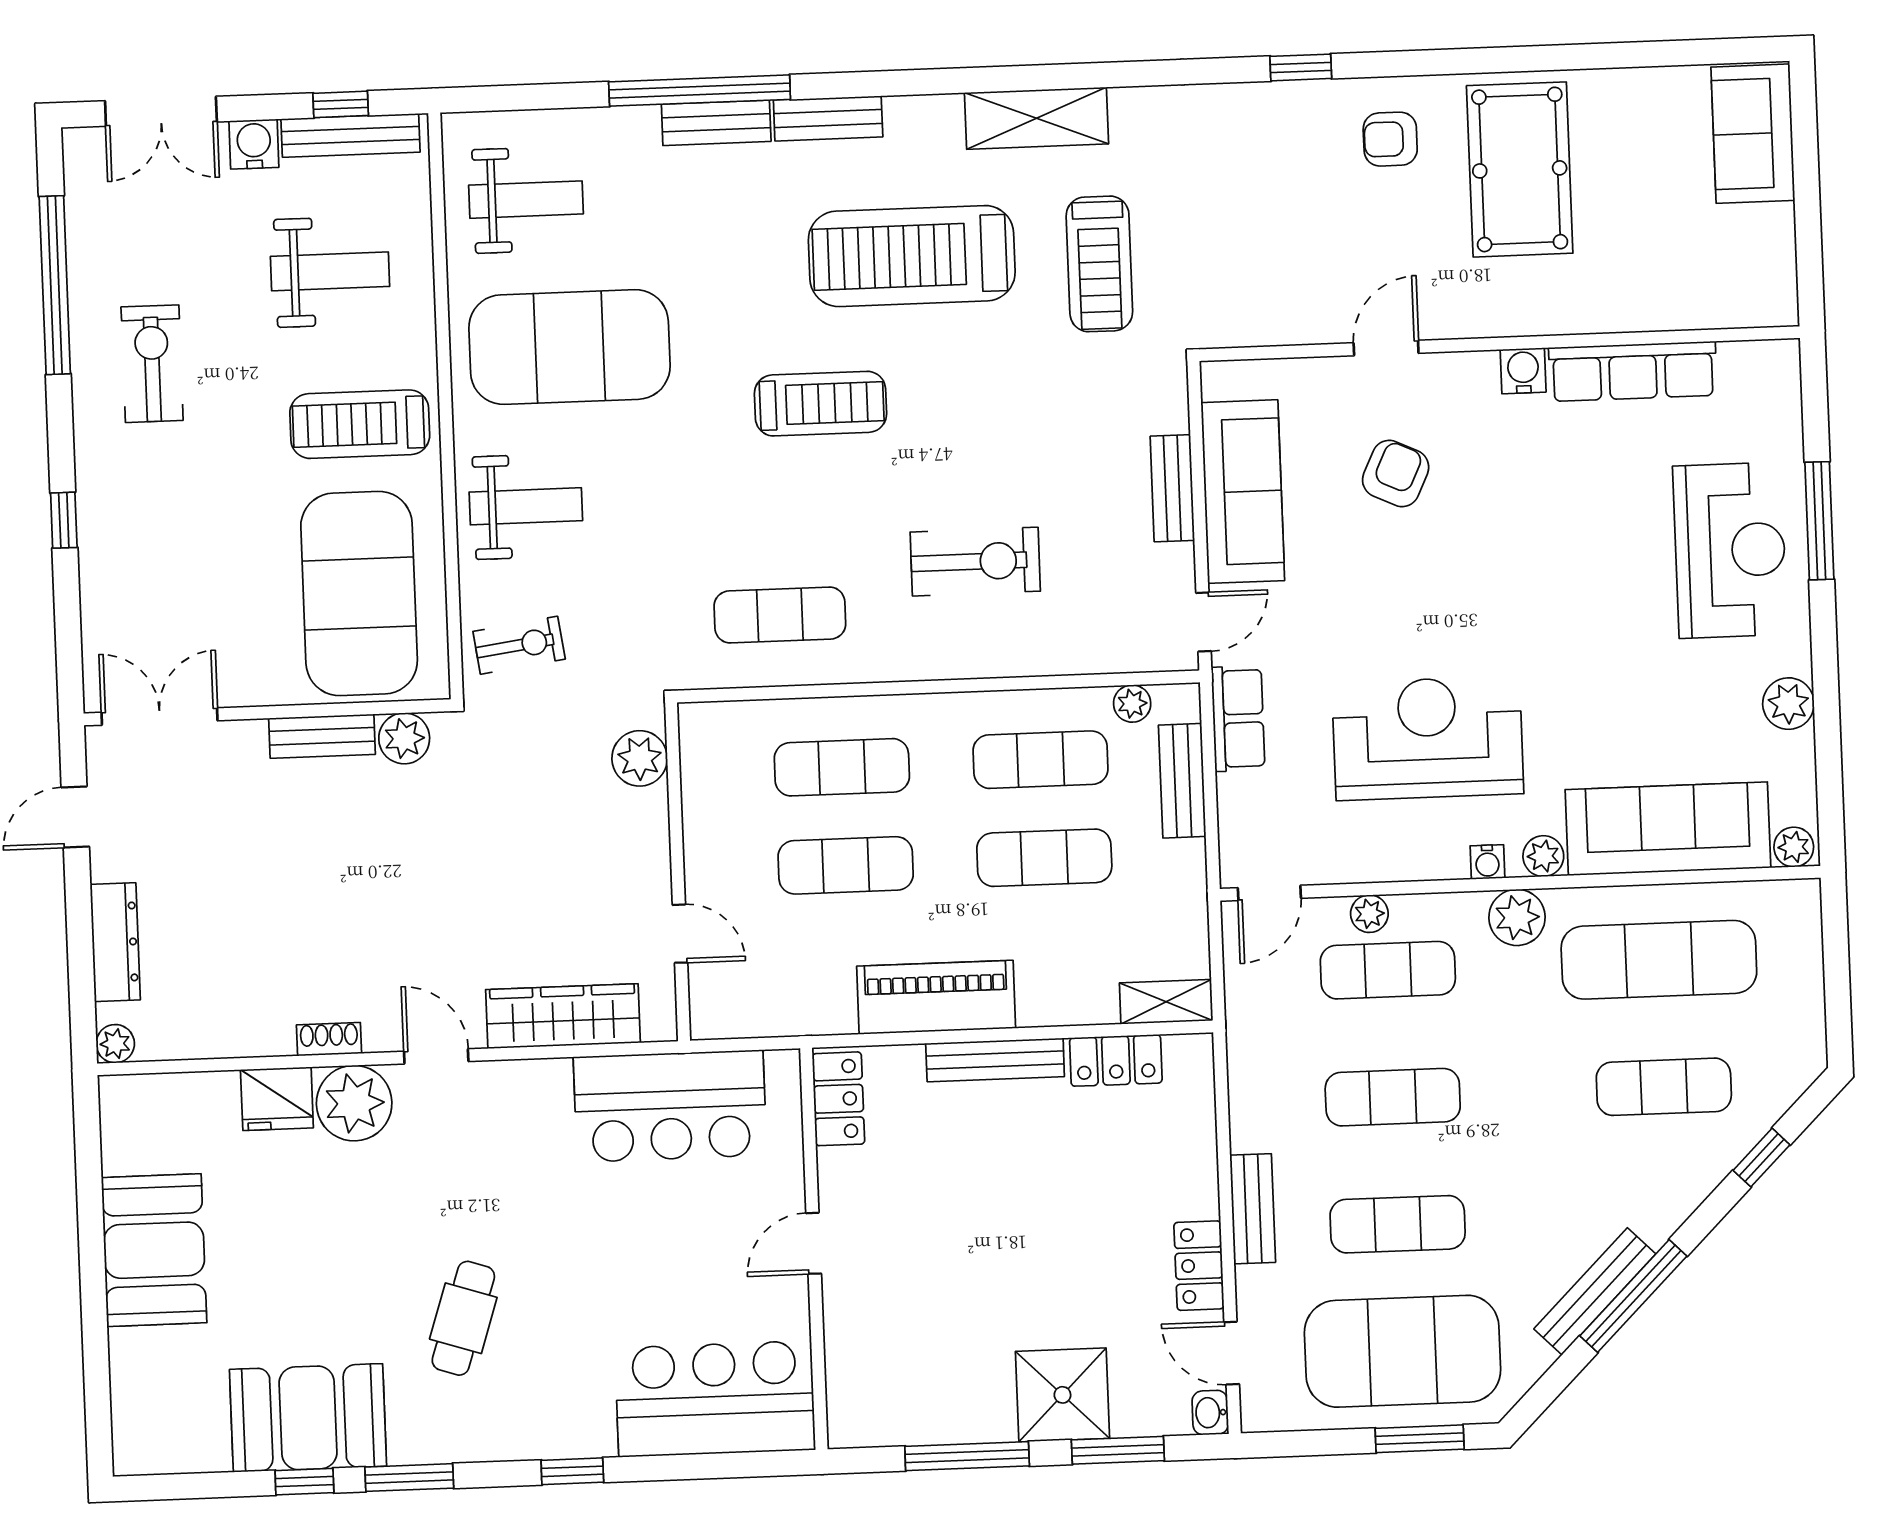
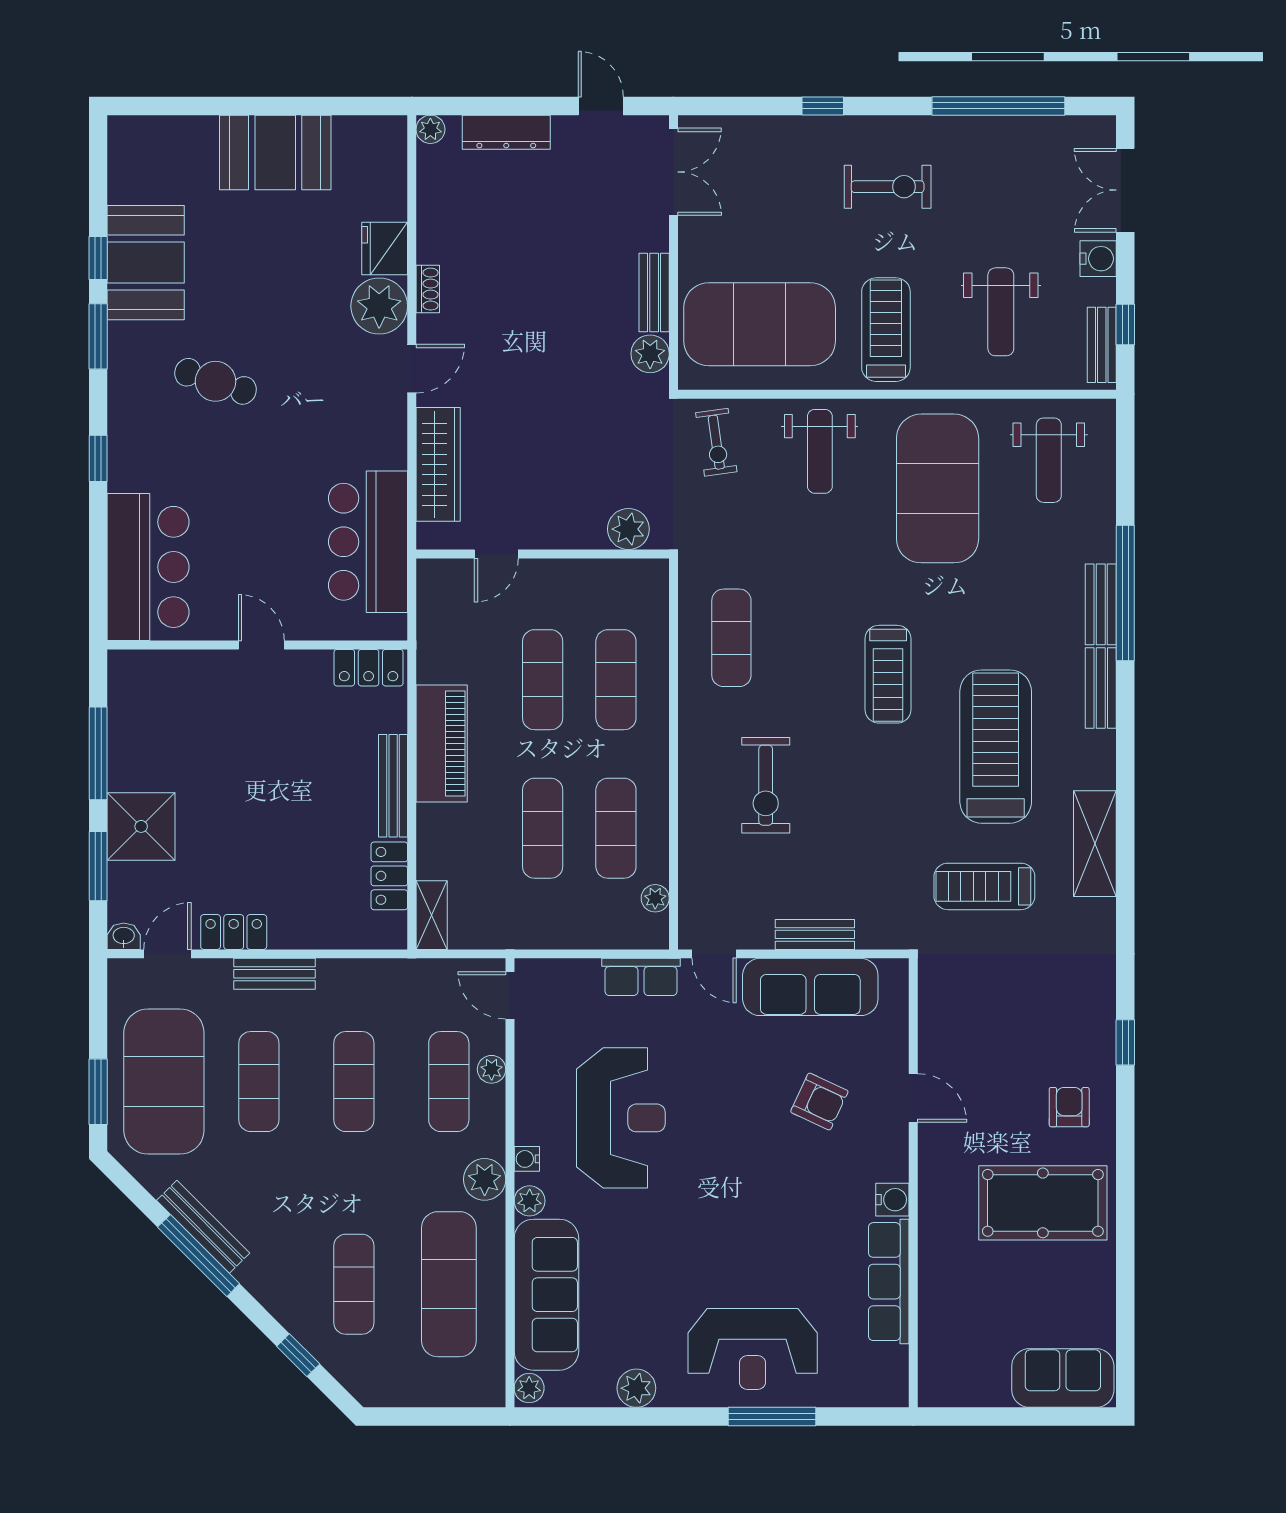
bench: (351, 135) -> (1102, 345), width x0.73
exercise bike: (152, 364) -> (888, 187), moved
bench: (1182, 781) -> (596, 933), removed

